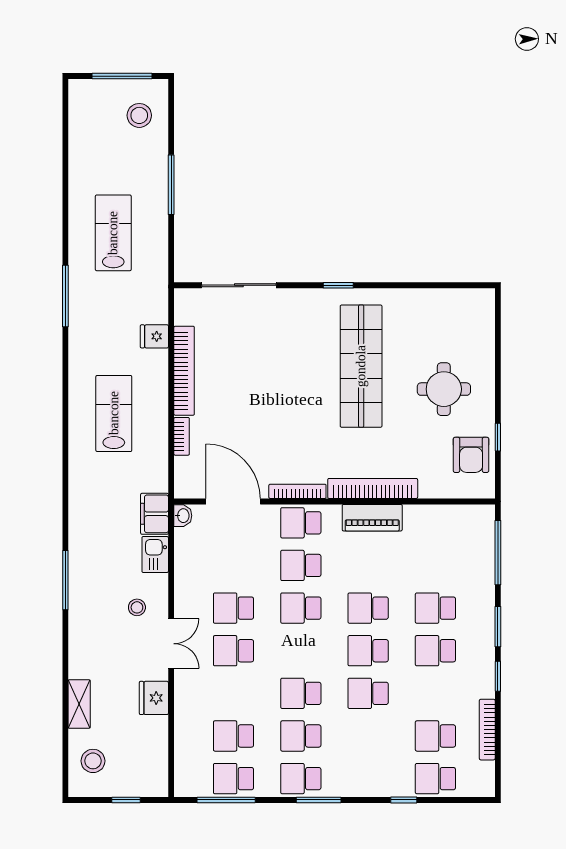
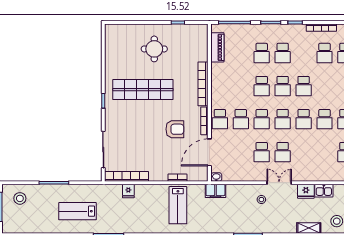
bookcase: (184, 371) -> (127, 176), moved
lab bench: (114, 413) -> (178, 205), moved, turned -90
armchair: (471, 455) -> (175, 129), moved
piano: (372, 518) -> (217, 47), moved
kitchen sink: (155, 554) -> (324, 191), moved
school desk: (234, 736) -> (283, 119), moved

